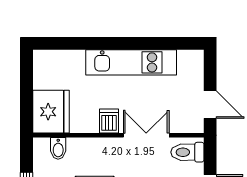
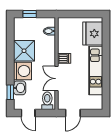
fridge: (51, 112) -> (93, 34), moved, turned 90
double door: (146, 135) -> (56, 79), swing flipped

